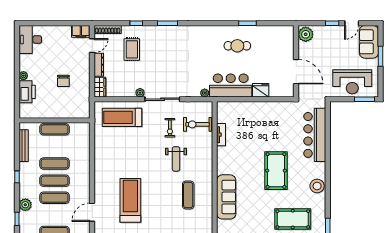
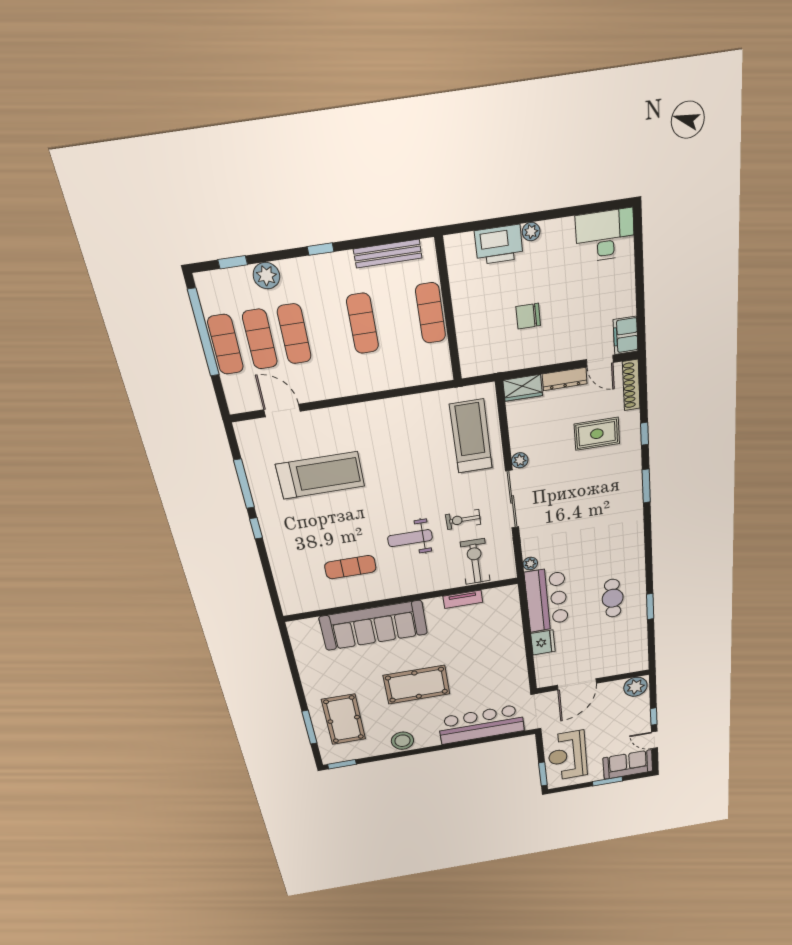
exercise mat: (55, 181) -> (260, 339), moved
sofa: (226, 197) -> (374, 625), width x1.36, depth x1.27

